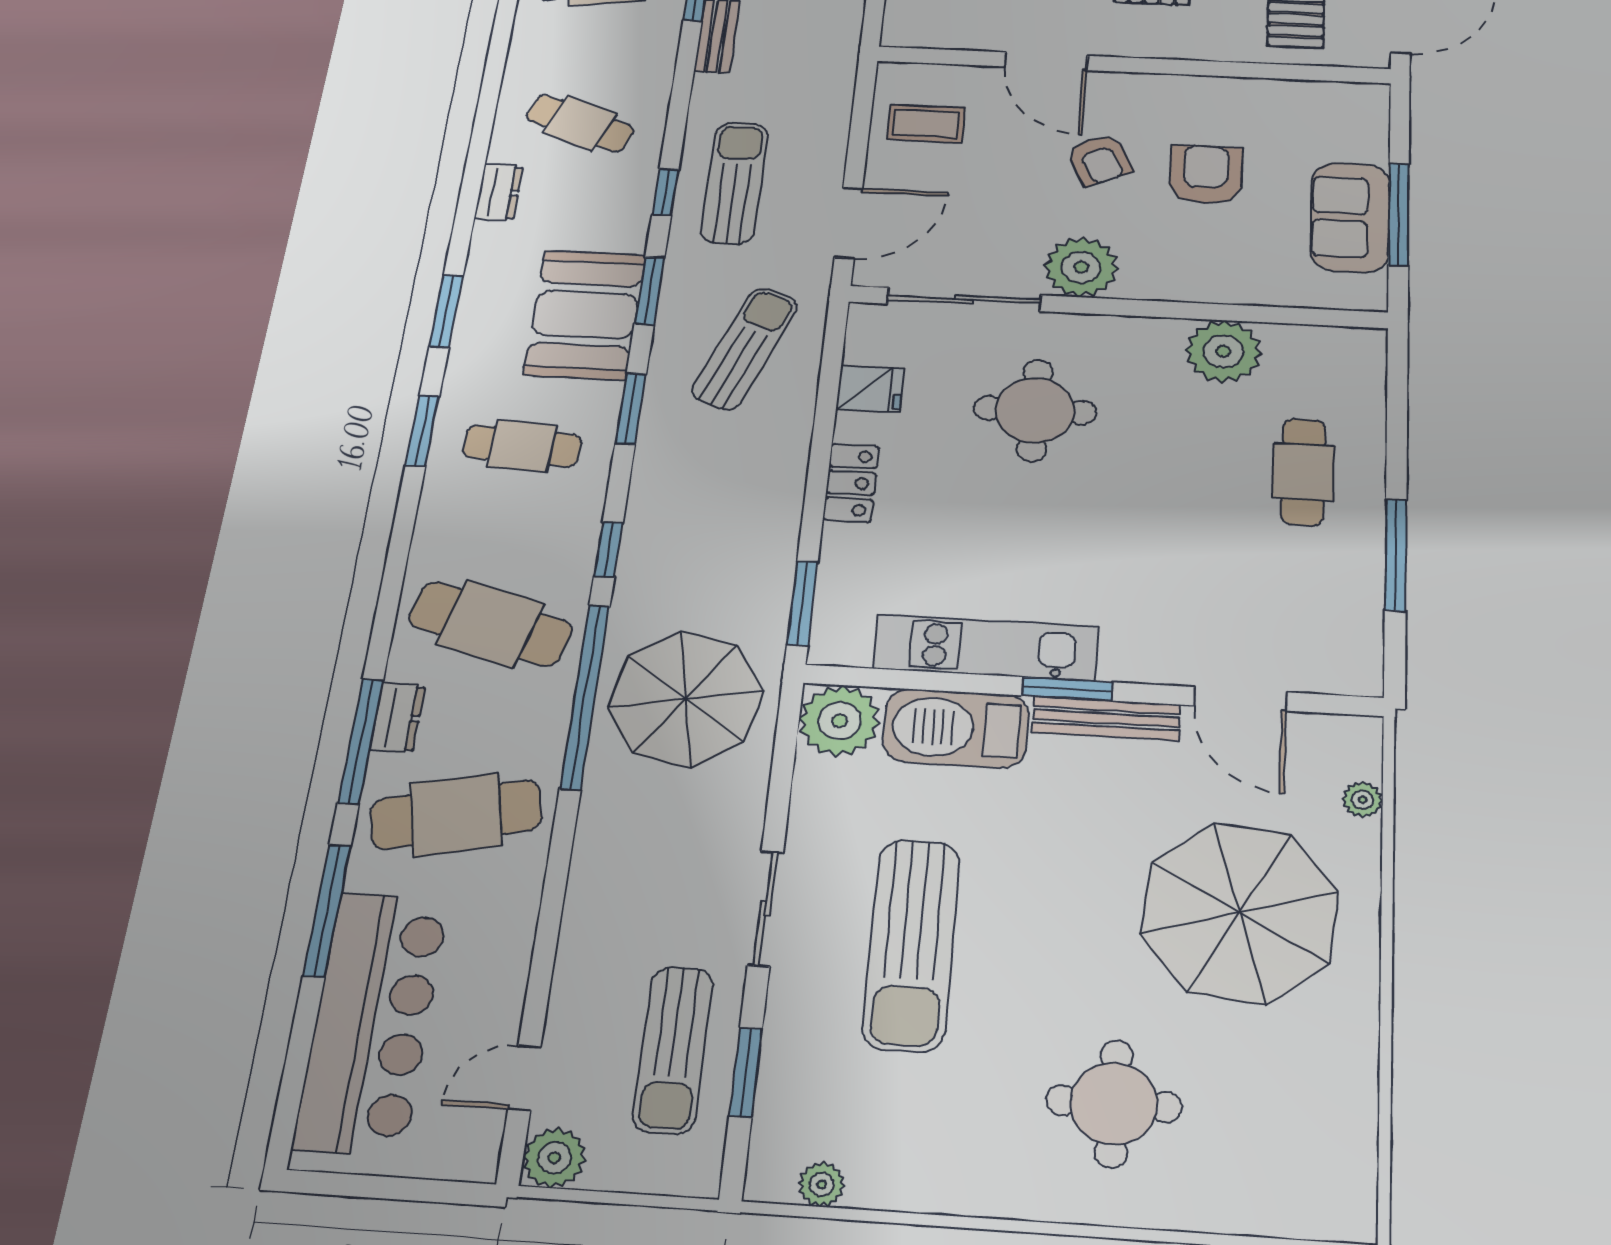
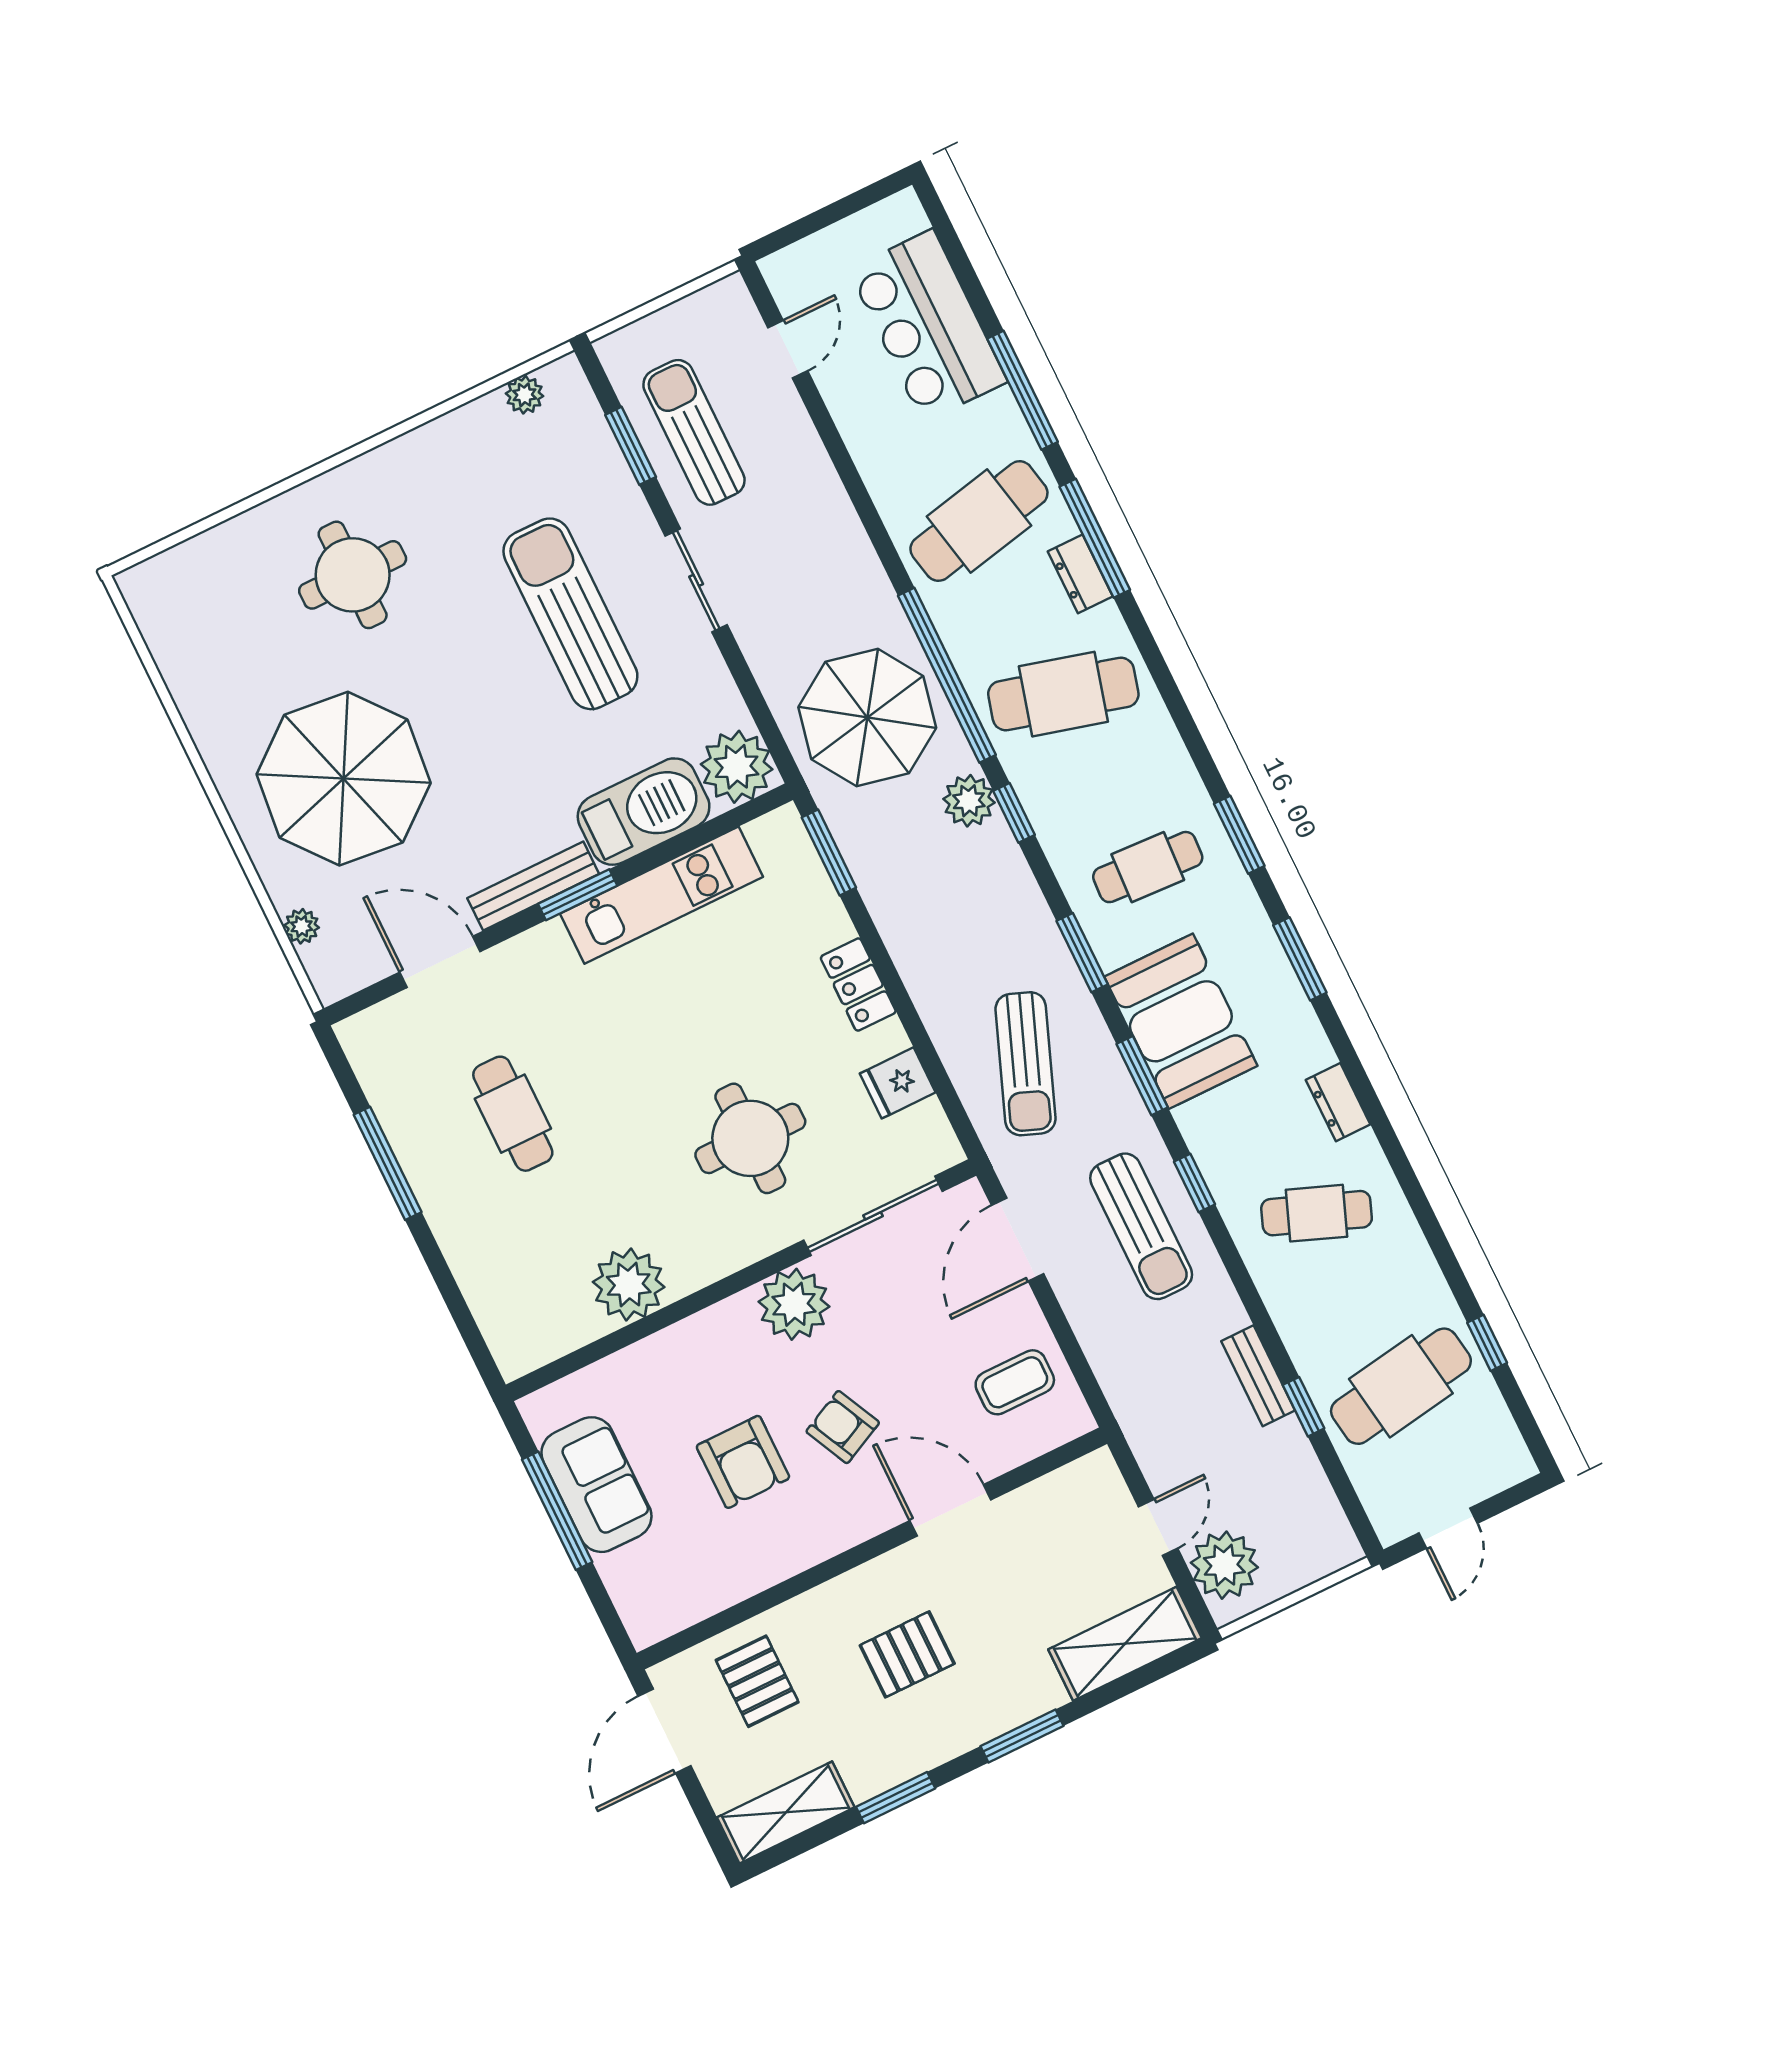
cafe table: (1303, 472) -> (513, 1114), moved
bar counter: (372, 1022) -> (928, 326), width x0.73
plant: (554, 1158) -> (969, 801), moved

